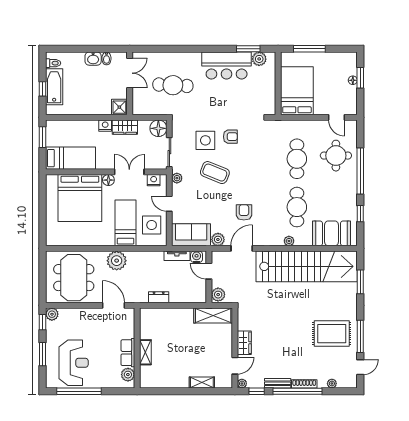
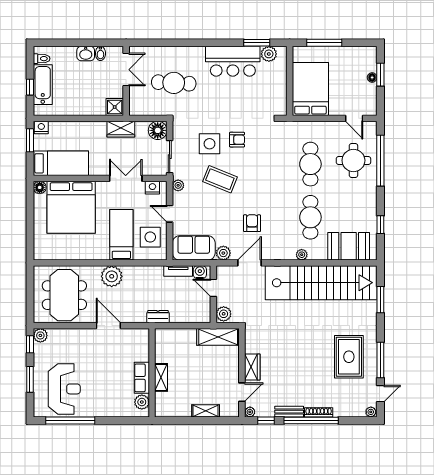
nightstand: (105, 126) -> (41, 127), moved
window: (360, 171) -> (380, 161), moved
floor lamp: (108, 180) -> (40, 187), moved
rug: (332, 334) -> (349, 357), turned 90
wall: (137, 348) -> (152, 373), moved
shelving: (145, 352) -> (161, 377), moved
row of seats: (128, 353) -> (142, 378), moved
plant: (128, 375) -> (142, 402), moved
plant: (332, 383) -> (371, 412), moved

